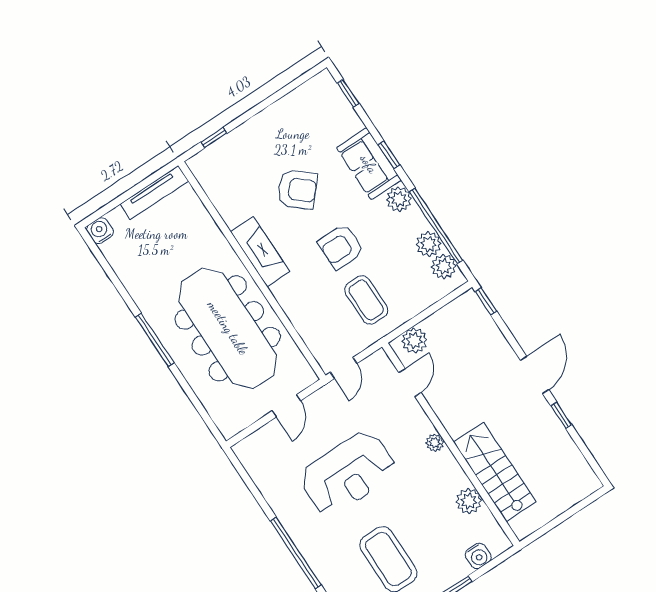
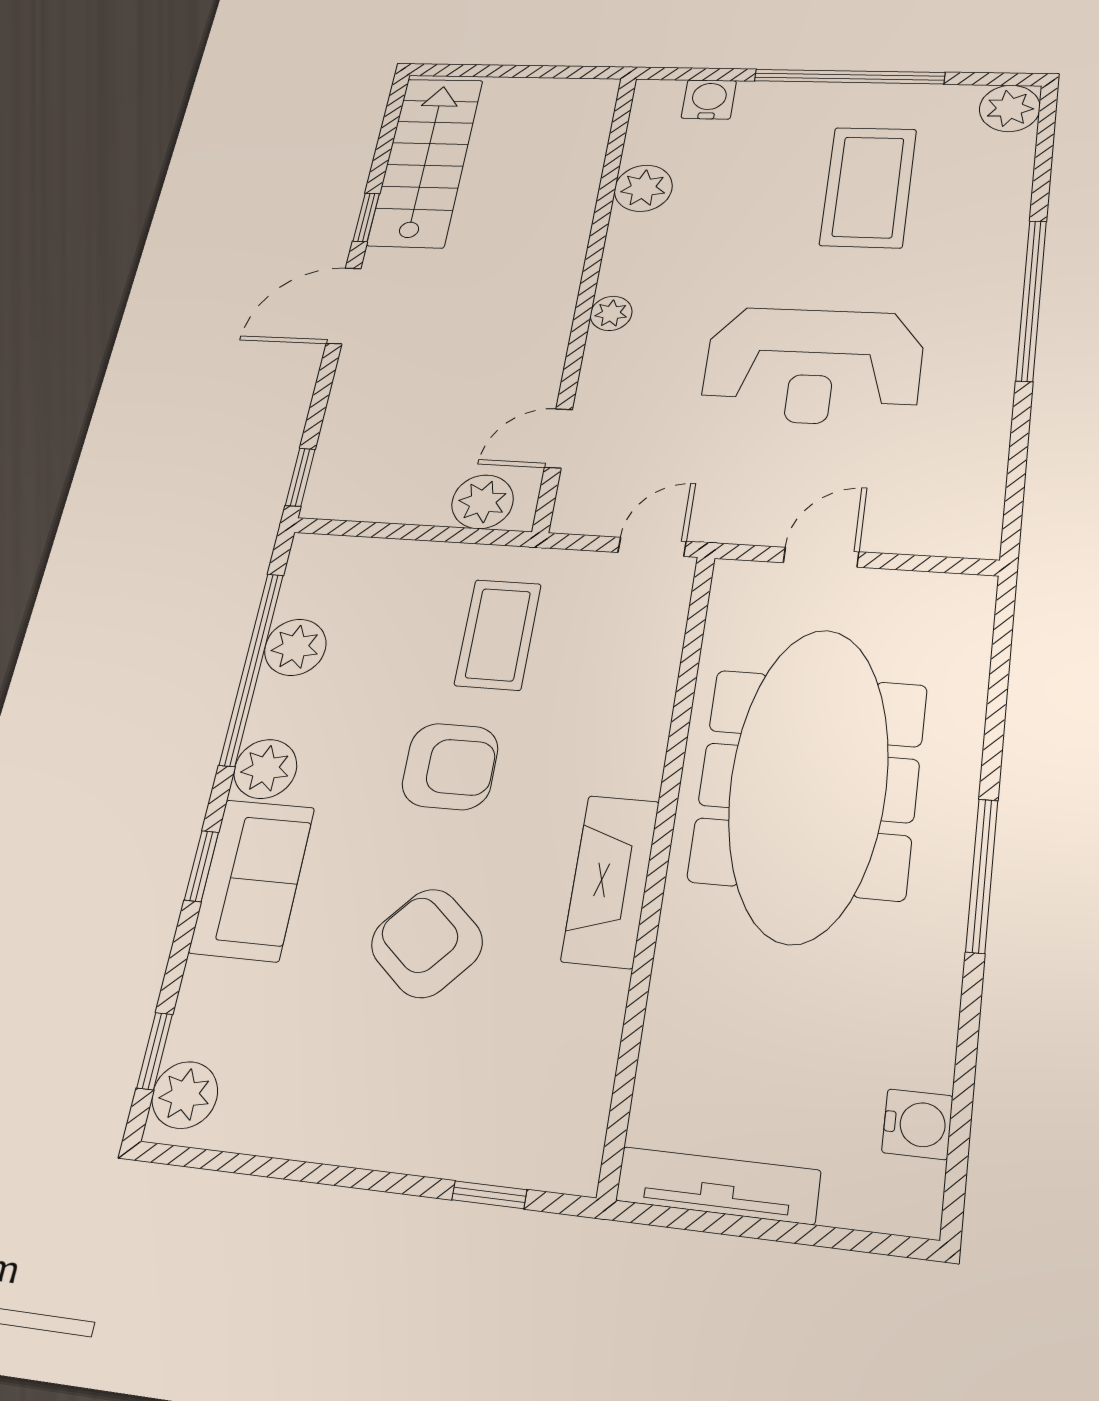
water cooler: (100, 231) -> (917, 1124), moved, turned -90
plant: (444, 266) -> (185, 1095), moved
stairs: (495, 472) -> (425, 162), moved, turned 180
reception desk: (348, 473) -> (813, 366), turned 180

